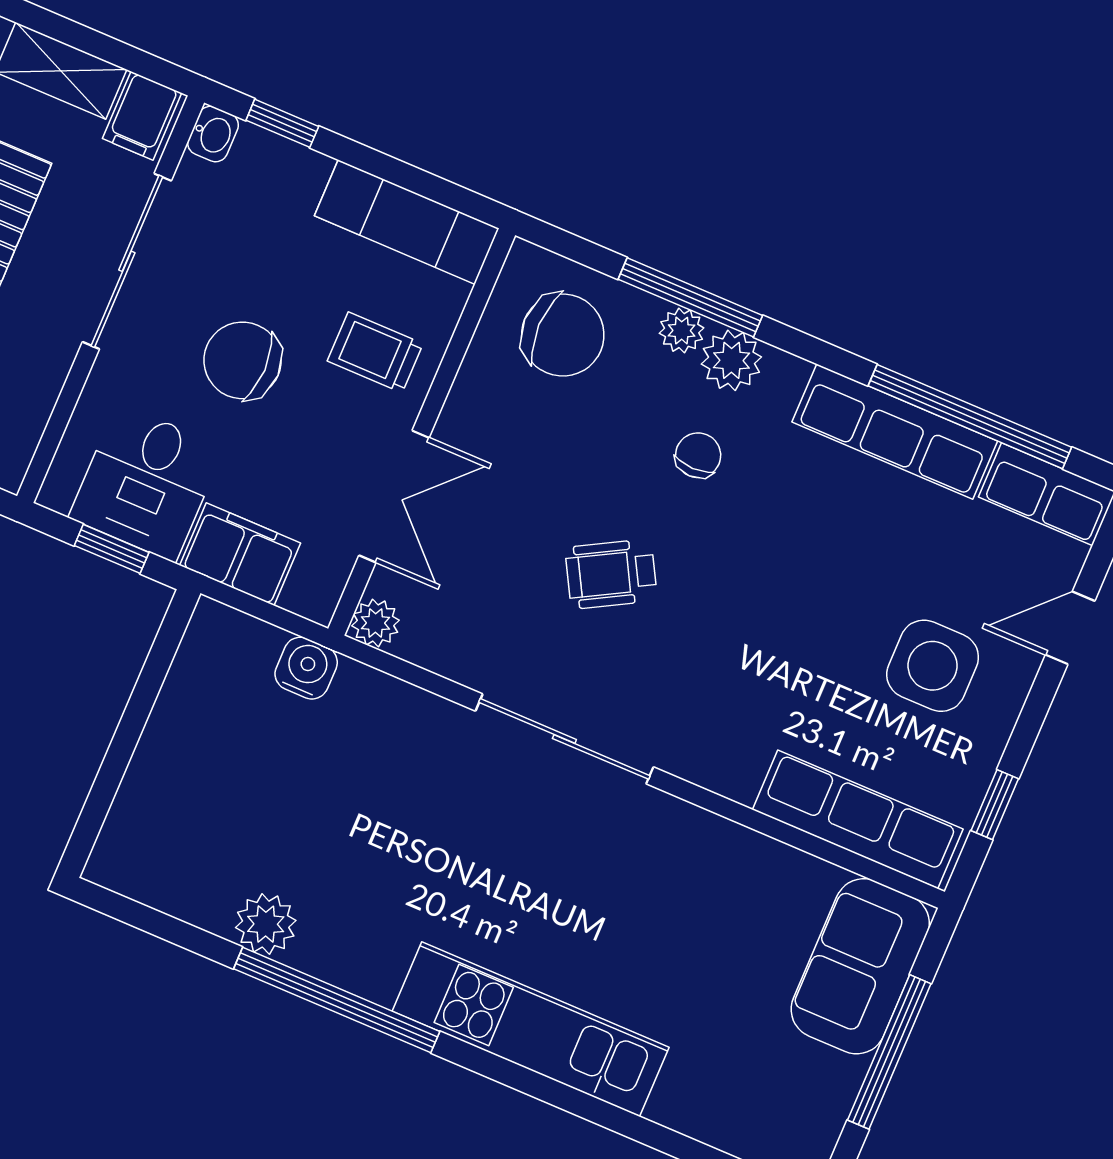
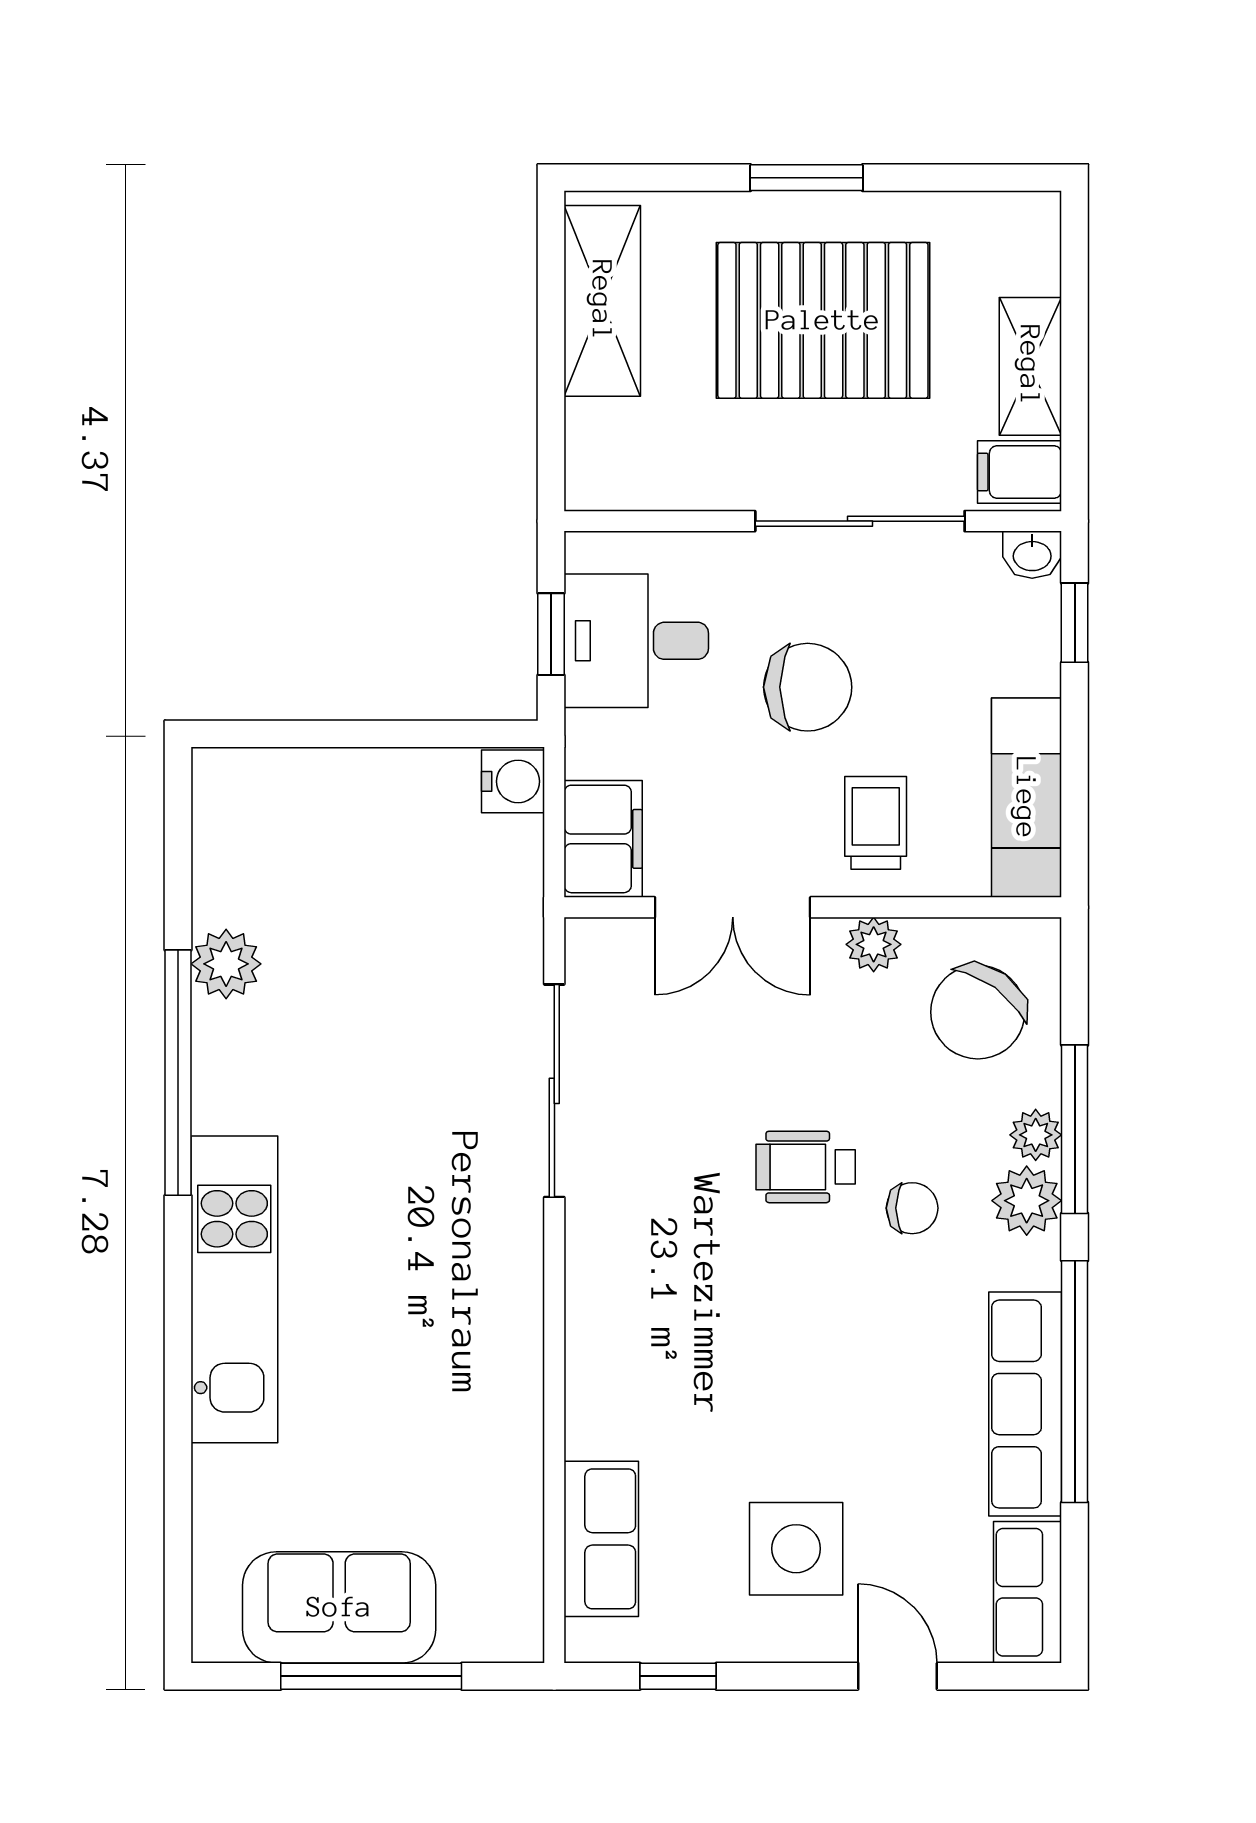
chair: (563, 335) -> (978, 1012), turned 36
chair: (243, 360) -> (808, 687), turned 90
window: (970, 417) -> (1075, 1382), moved
filing cabinet: (240, 554) -> (603, 839), moved
wheelchair: (611, 574) -> (806, 1167), moved, turned -61
plant: (375, 623) -> (874, 944), moved
water cooler: (306, 668) -> (513, 781), moved
sliding door: (564, 739) -> (554, 1091), moved
row of seats: (858, 819) -> (601, 1539), width x0.68
sofa: (860, 966) -> (339, 1607), moved

